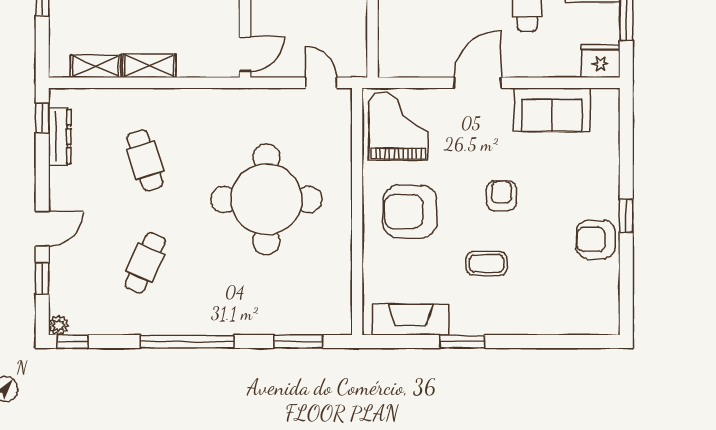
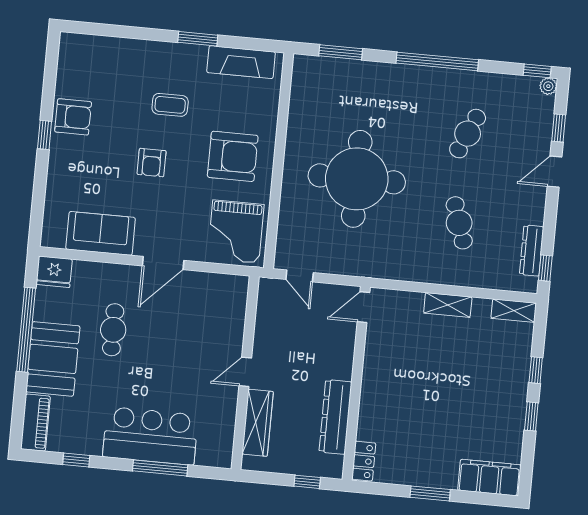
shelving: (95, 66) -> (514, 311), moved

